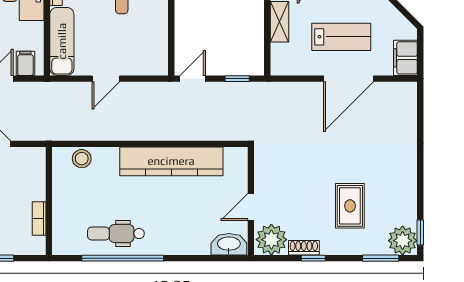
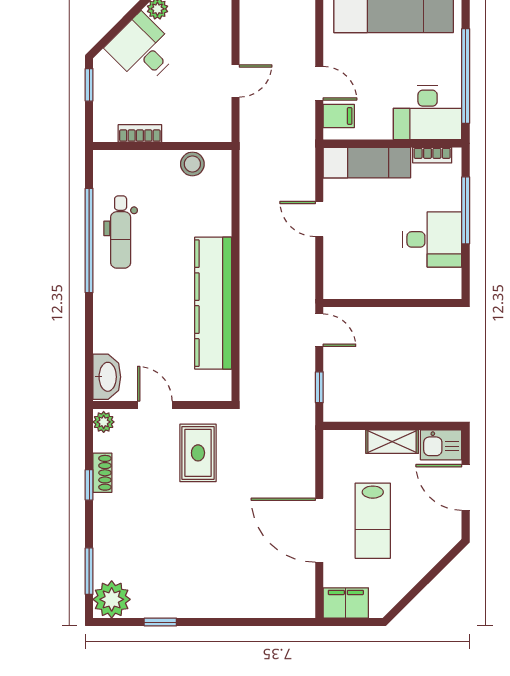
stool: (82, 159) -> (192, 164), moved
rug: (350, 206) -> (198, 453), moved, turned 90
window: (420, 233) -> (160, 622), moved
dental chair: (116, 234) -> (121, 232), turned 180
plant: (271, 240) -> (104, 422), width x0.53, depth x0.53

